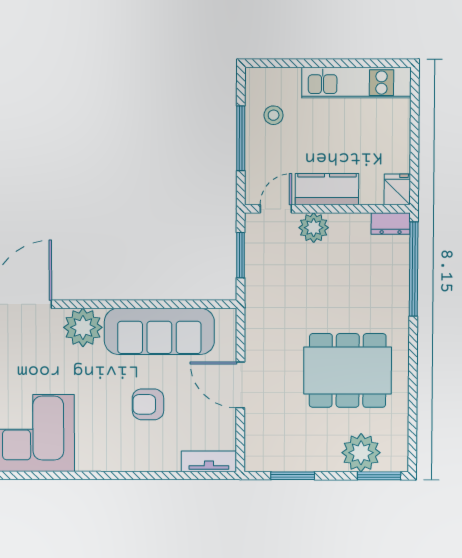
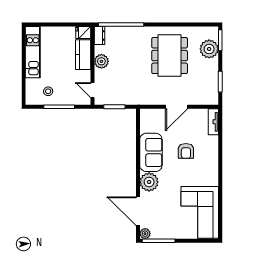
kitchen counter: (327, 189) -> (83, 55), moved
plant: (314, 228) -> (101, 61), moved
sofa: (159, 331) -> (151, 152), width x0.73

